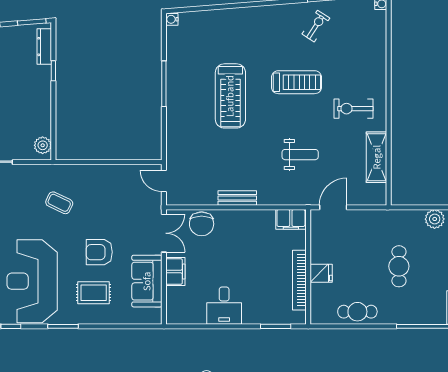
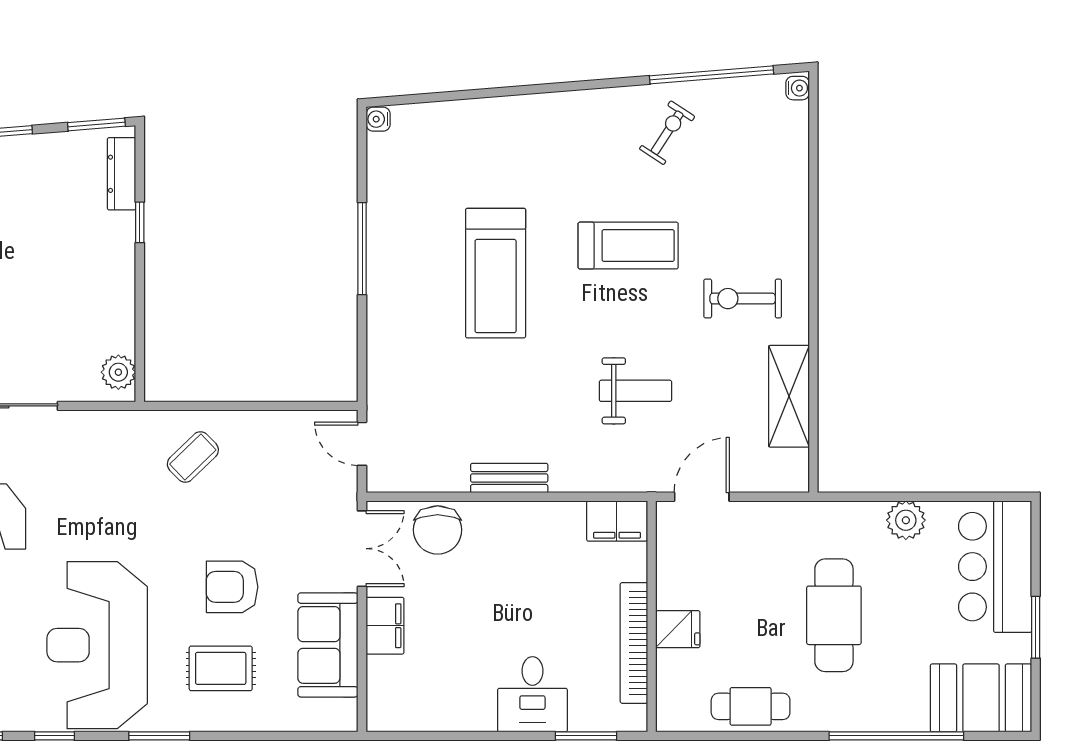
coffee table: (59, 203) -> (193, 457), moved, turned -70
cafe table: (399, 266) -> (834, 615), width x1.37, depth x1.35
desk: (224, 306) -> (532, 694), moved

